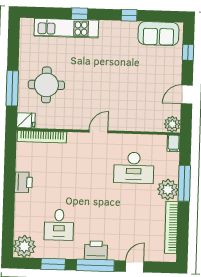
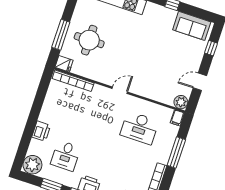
printer: (24, 182) -> (41, 131), moved
plant: (168, 190) -> (162, 154), removed

